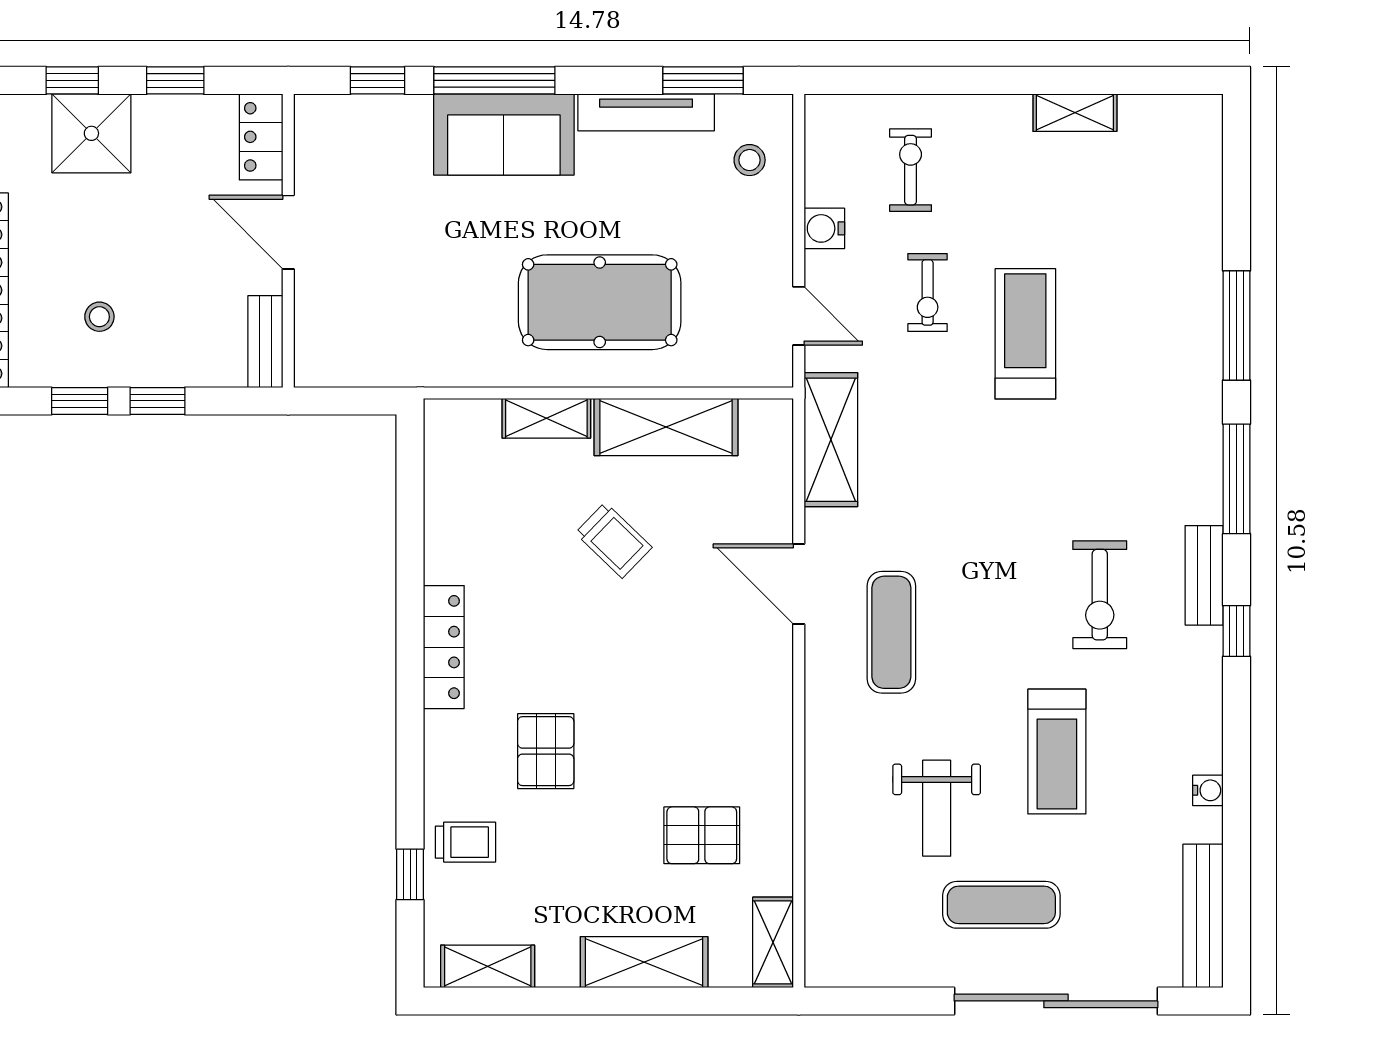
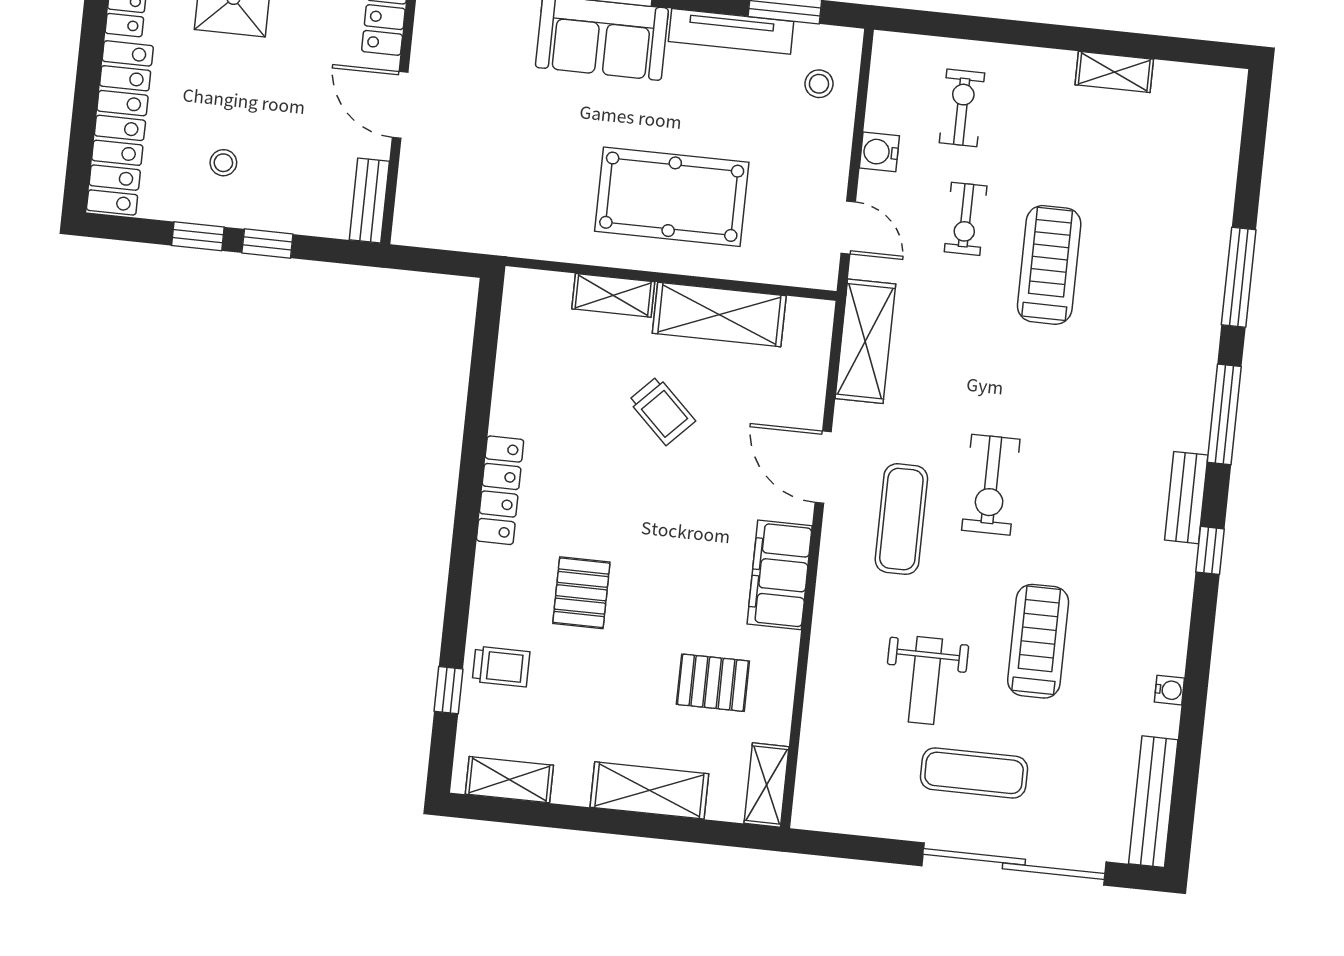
exercise bike: (1100, 595) -> (991, 485), moved
filing cabinet: (763, 708) -> (780, 575), added
treadmill: (1057, 752) -> (1038, 641), turned 180

